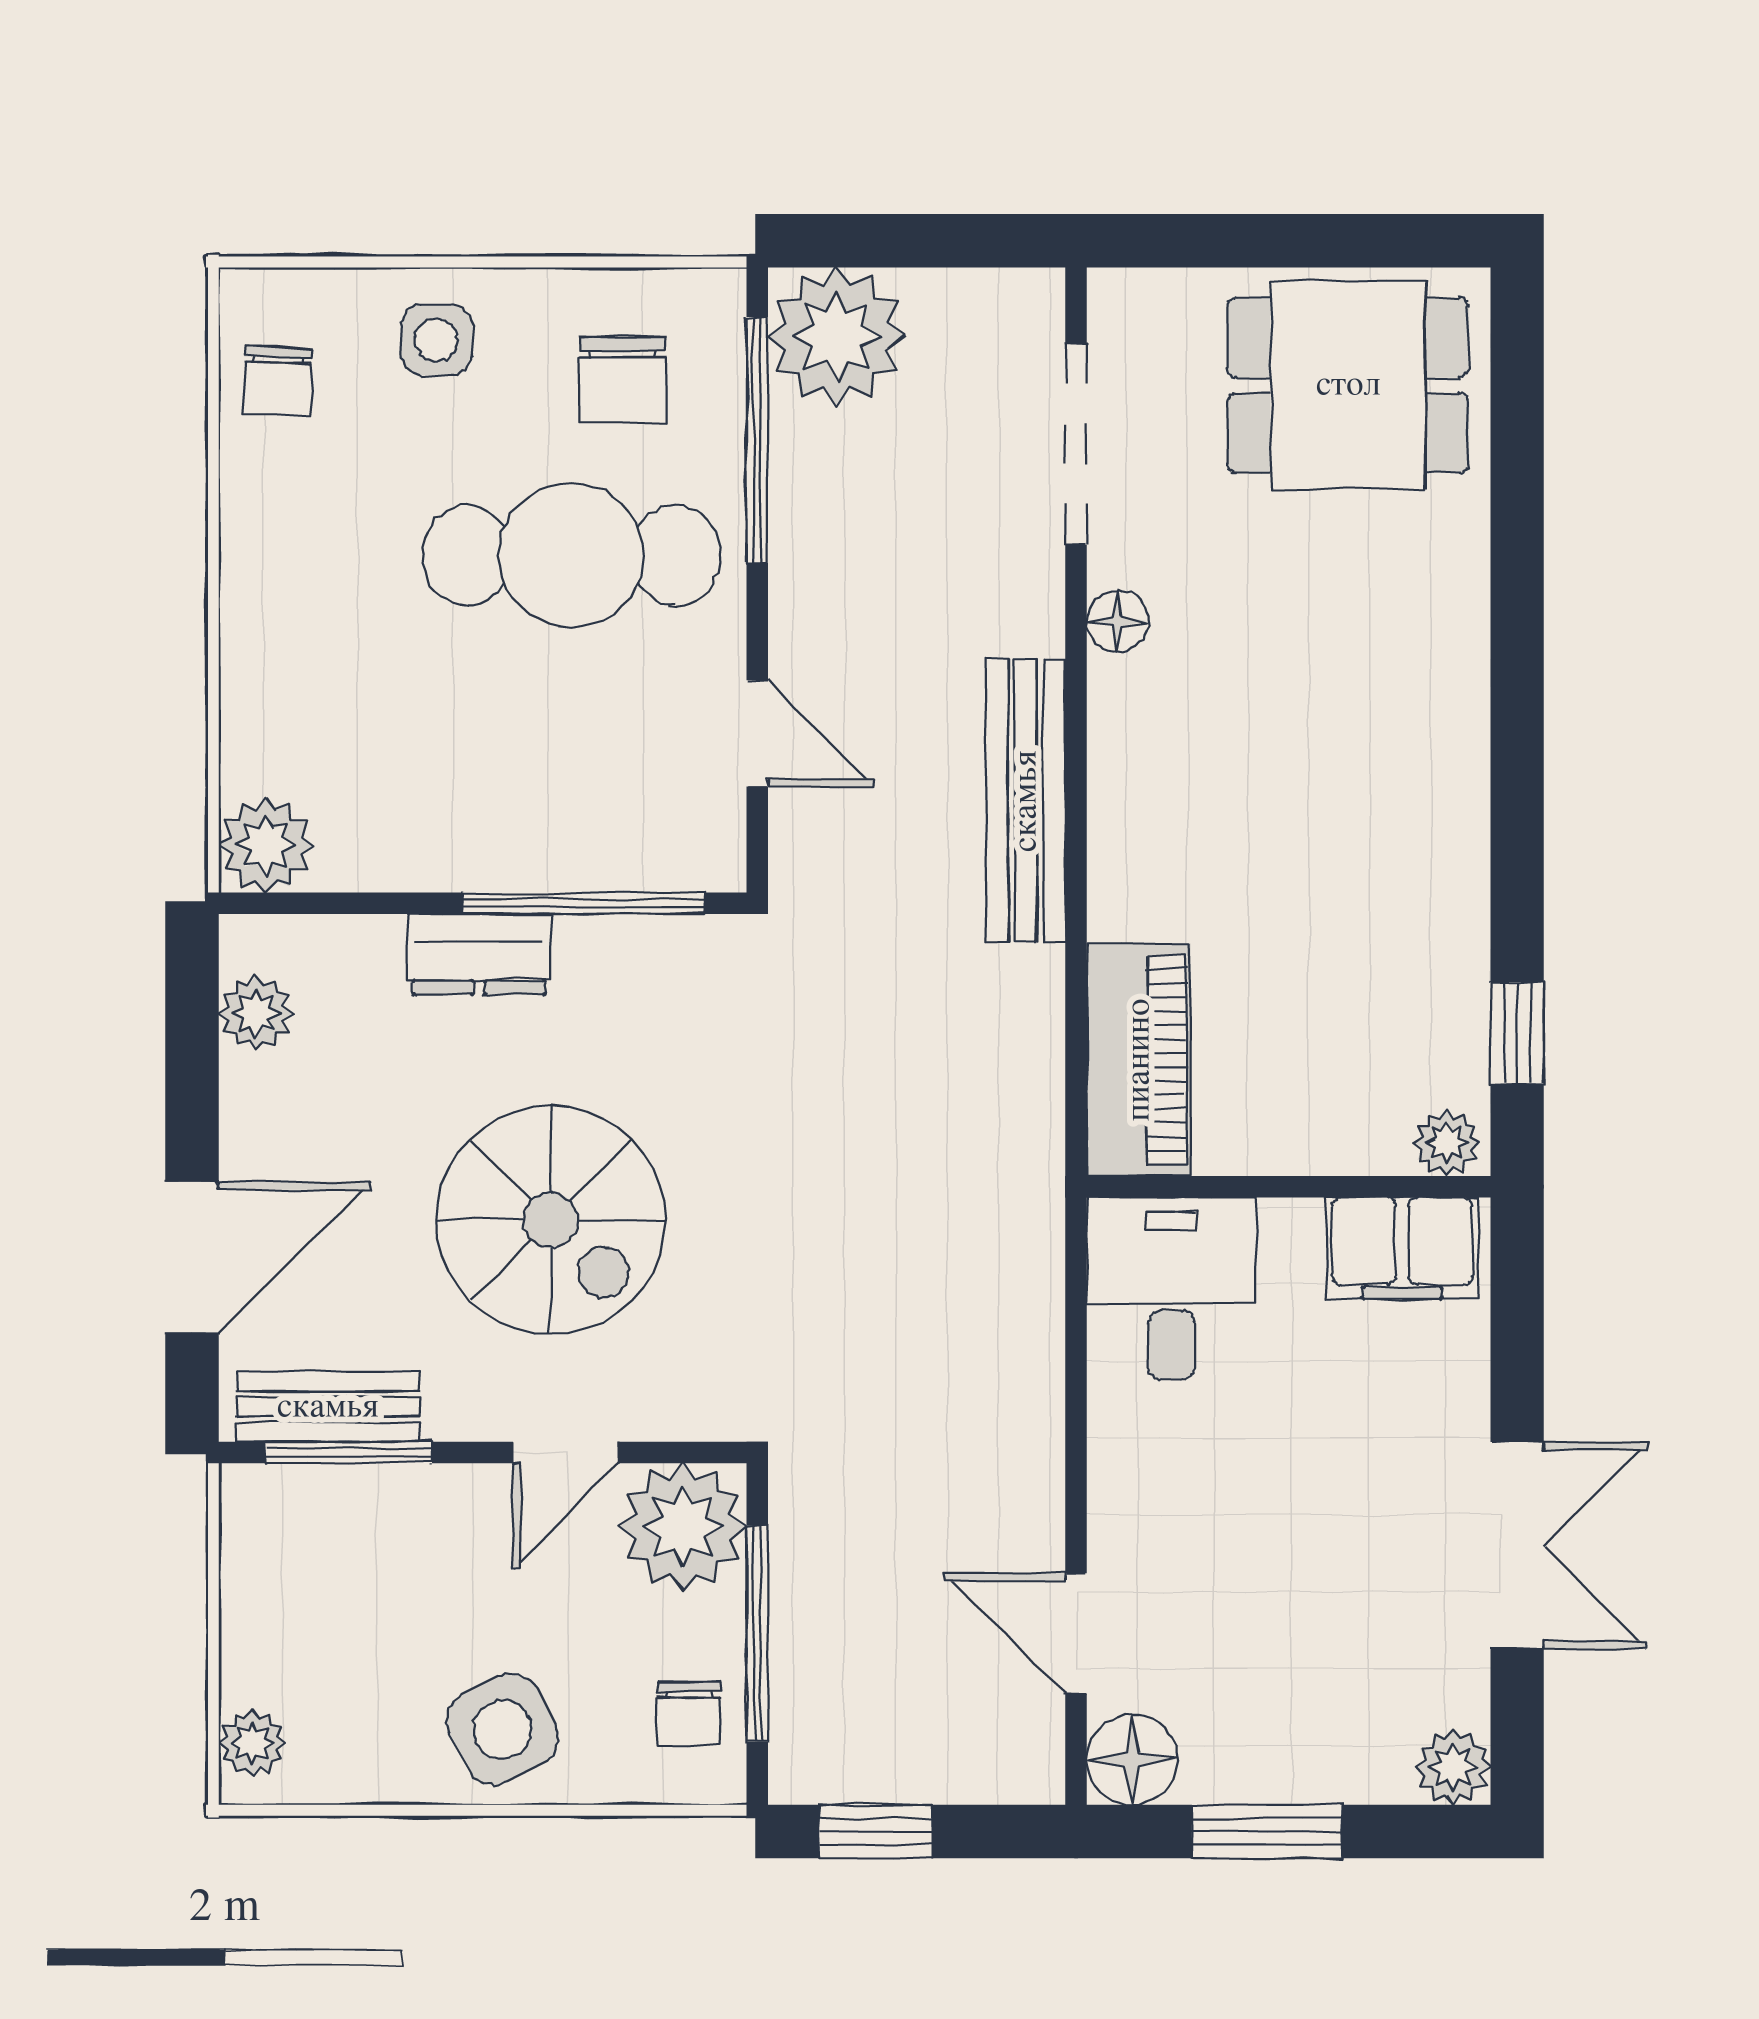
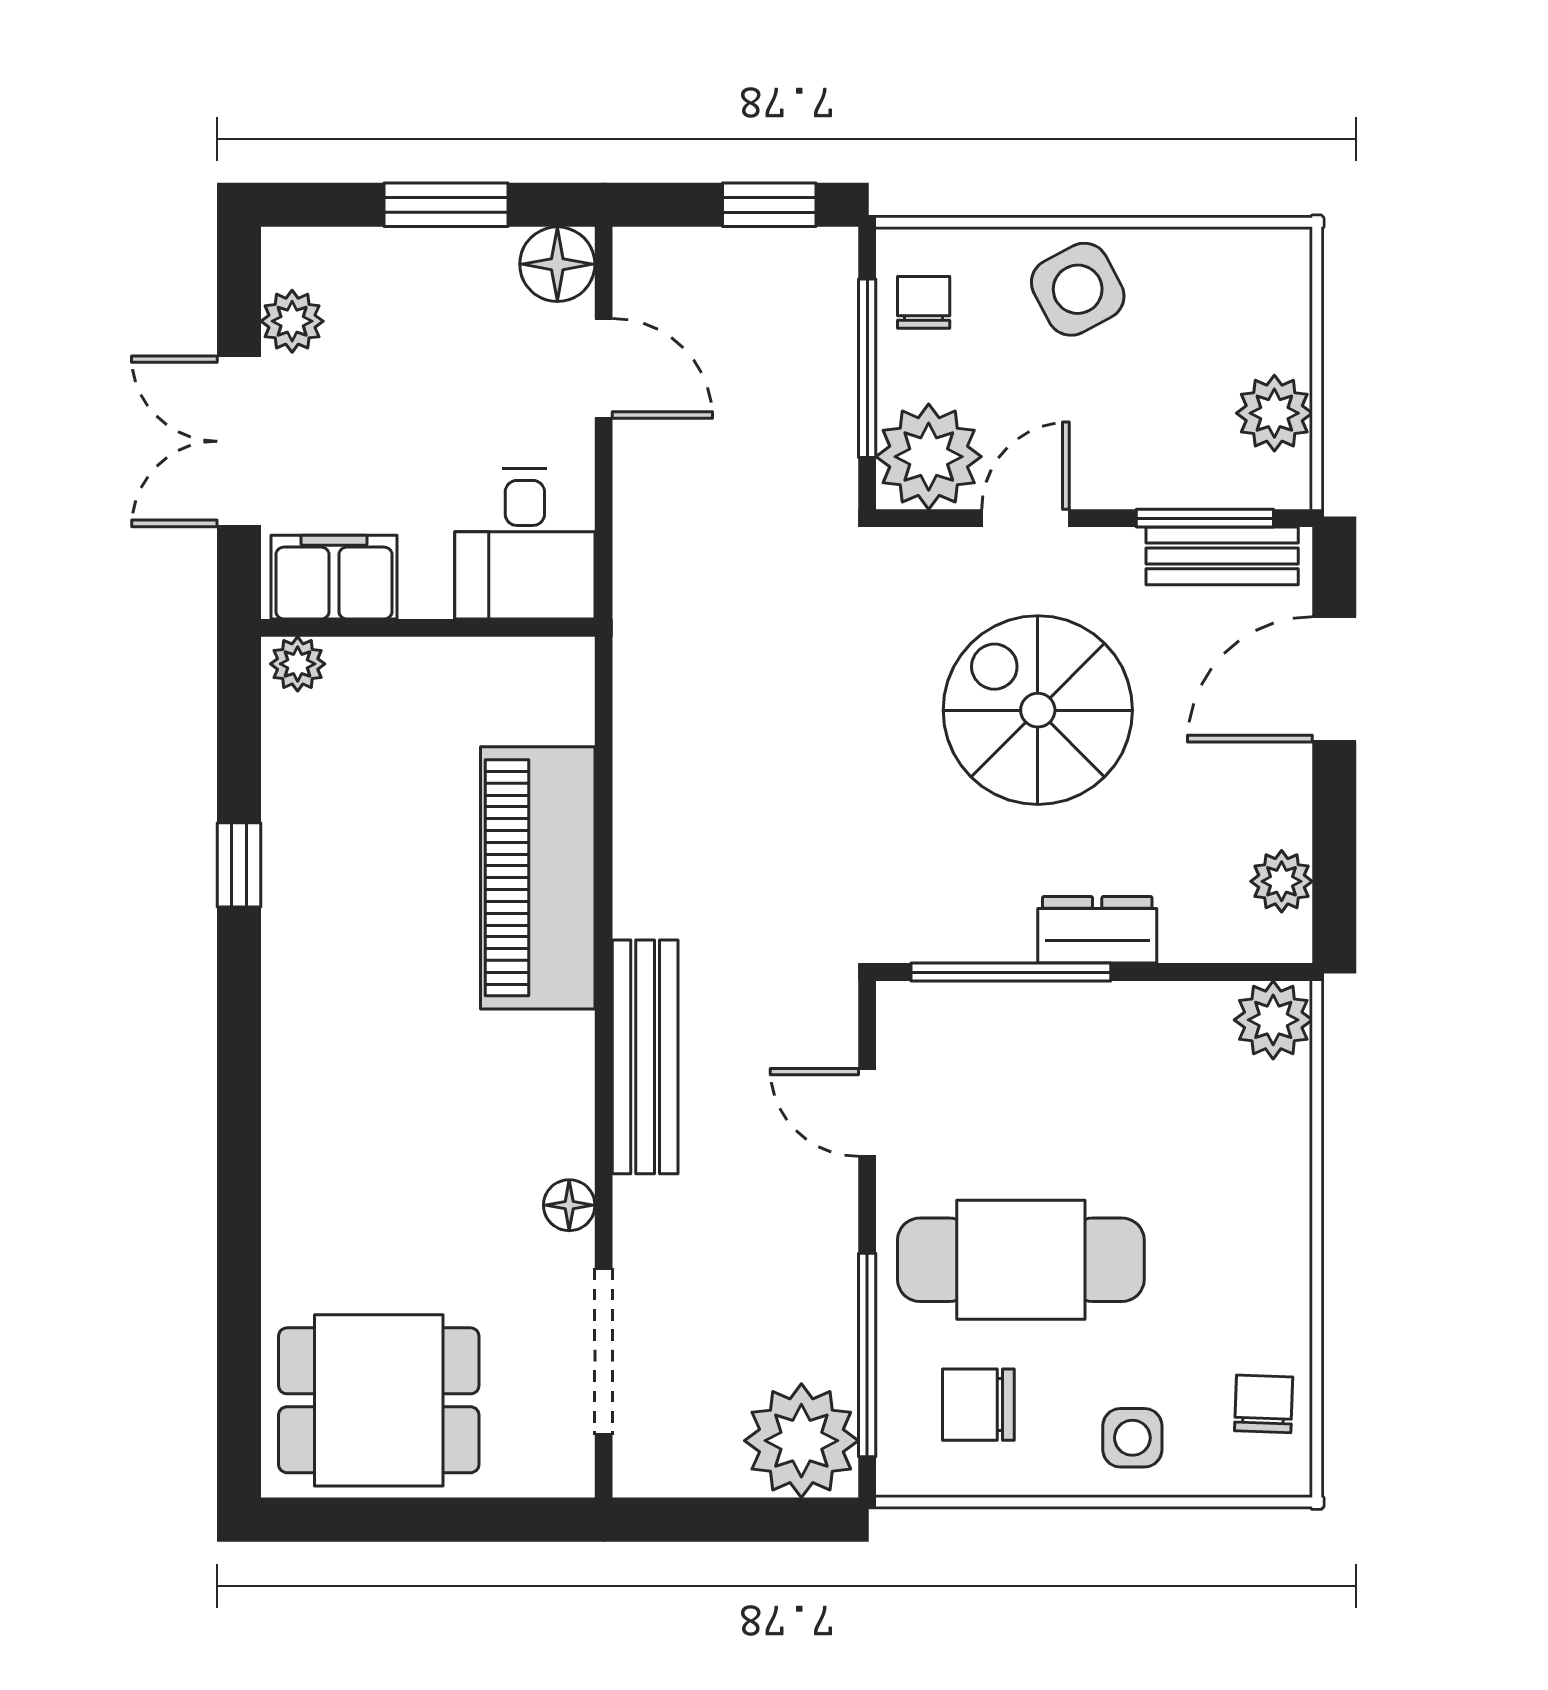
chair: (623, 380) -> (978, 1405), turned -90
piano: (1139, 1060) -> (538, 878), width x1.37, depth x1.33
plant: (1446, 1143) -> (298, 664), moved
wall: (1289, 1187) -> (428, 628), moved
filing cabinet: (1402, 1248) -> (334, 577), moved
desk: (1171, 1289) -> (525, 544), moved
plant: (252, 1743) -> (1274, 413), moved, width x1.38, depth x1.38
plant: (1453, 1767) -> (292, 321), moved

